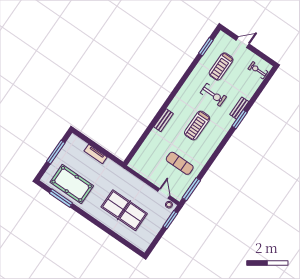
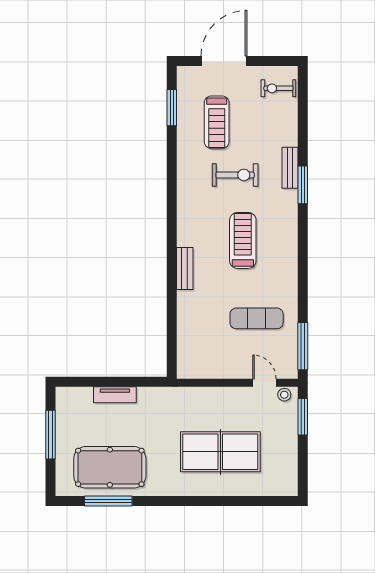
door: (243, 42) -> (224, 61), width x1.88
treadmill: (197, 125) -> (243, 240), turned 180

